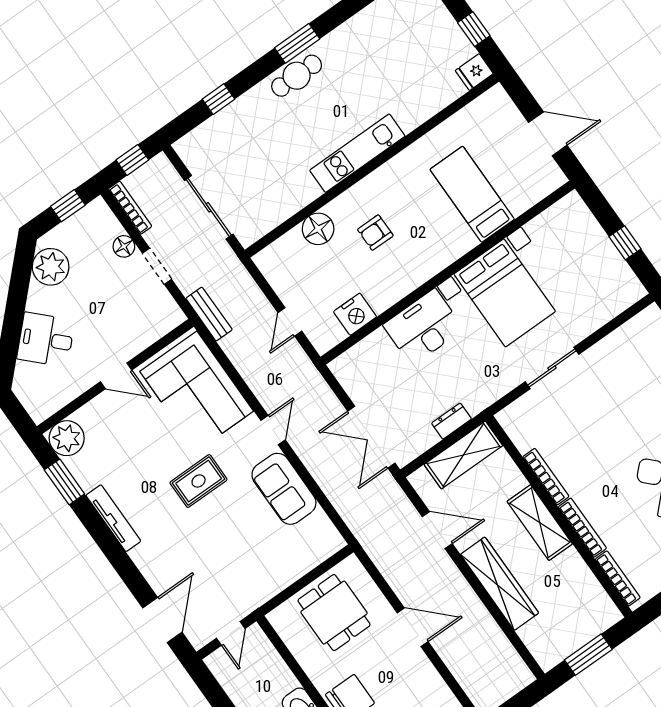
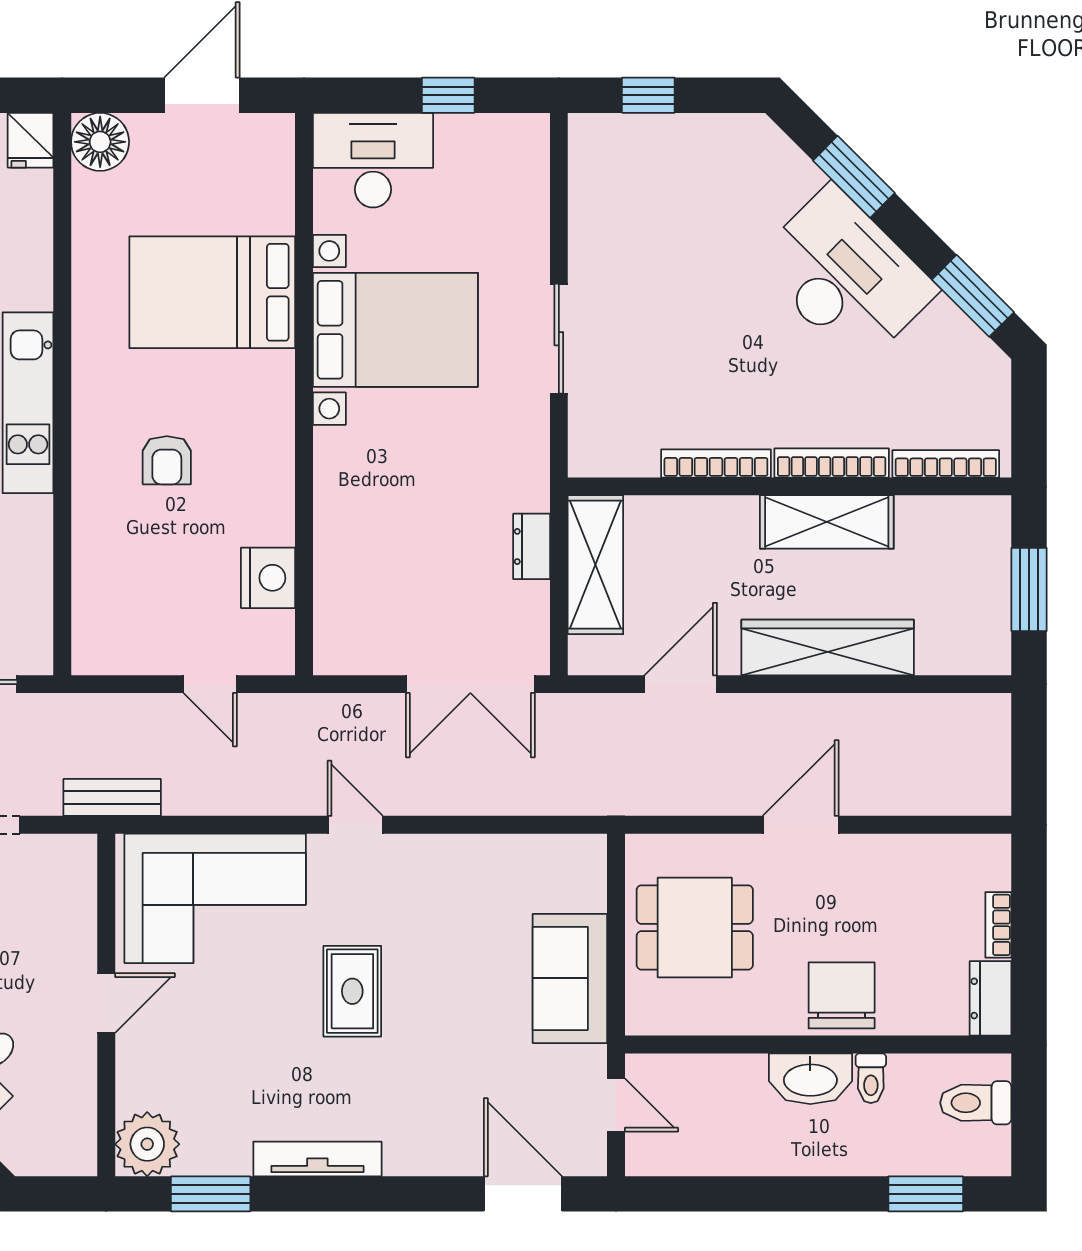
bed: (472, 194) -> (212, 292), width x1.50
floor lamp: (318, 229) -> (100, 142), moved
desk: (423, 327) -> (373, 160), moved, turned 90
sofa: (284, 489) -> (570, 978), moved, turned 90
shelving: (540, 523) -> (827, 522), moved

